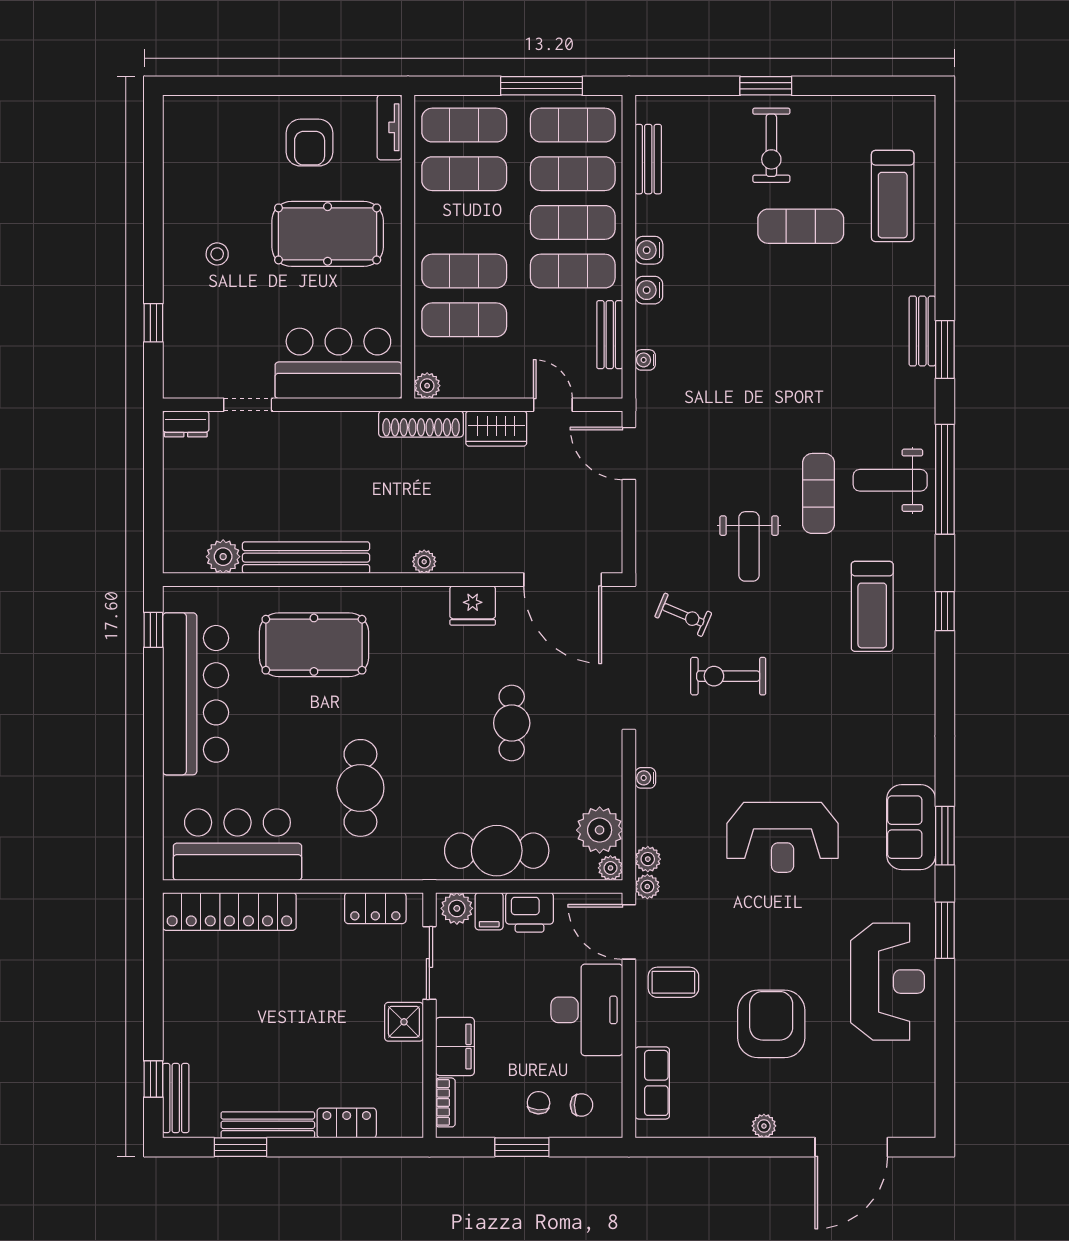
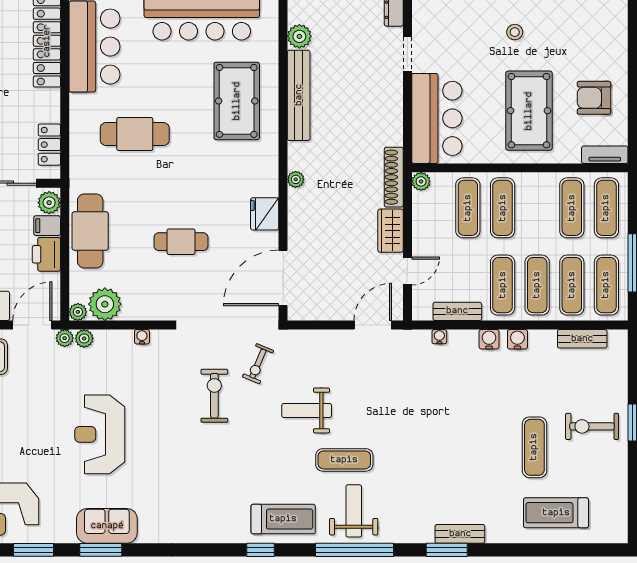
treadmill: (872, 606) -> (283, 519), moved, turned 180

